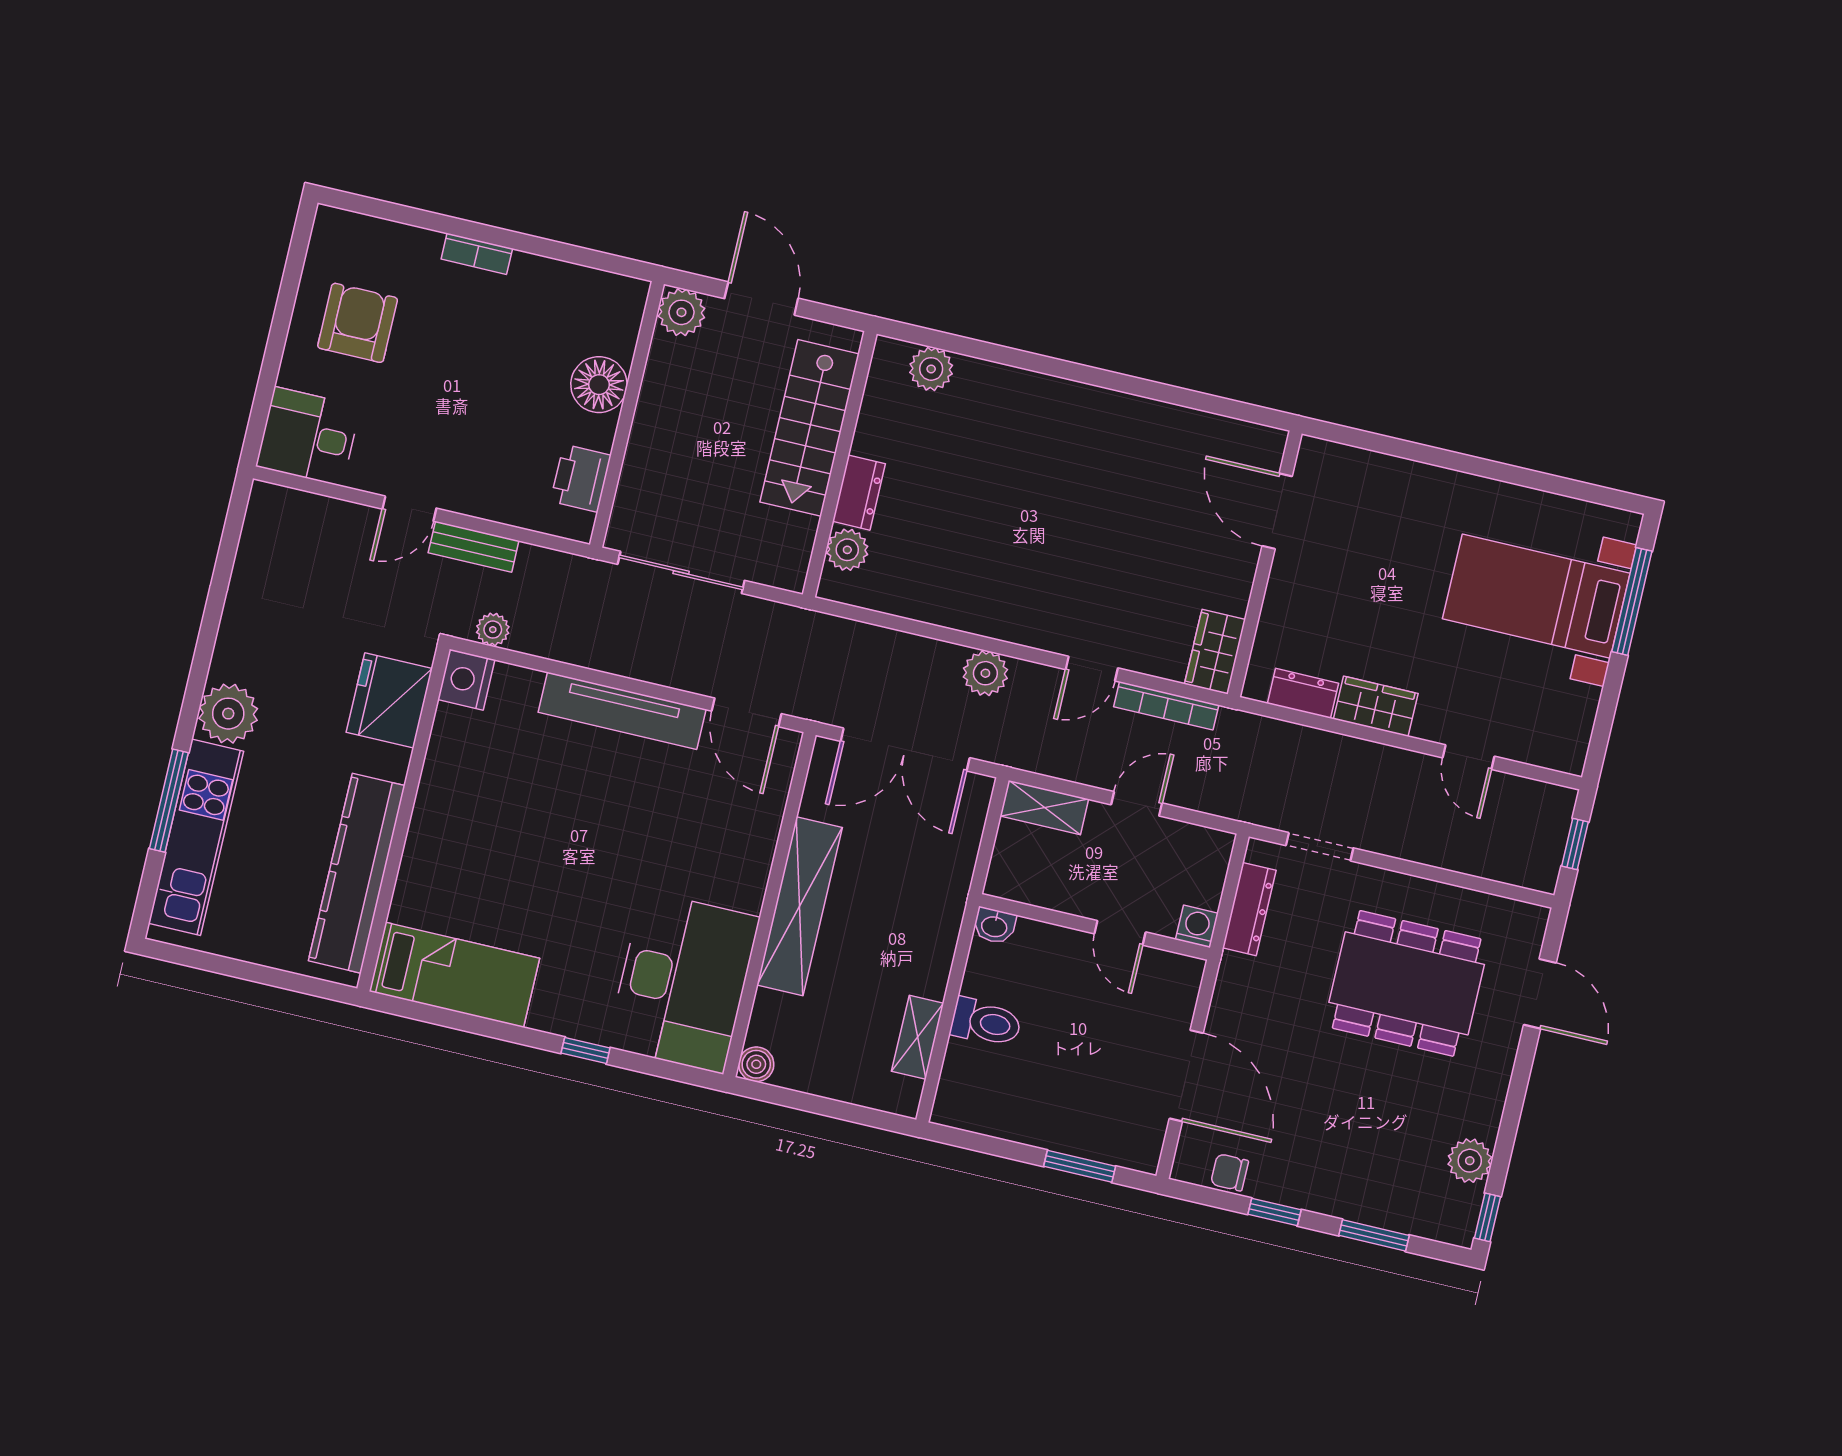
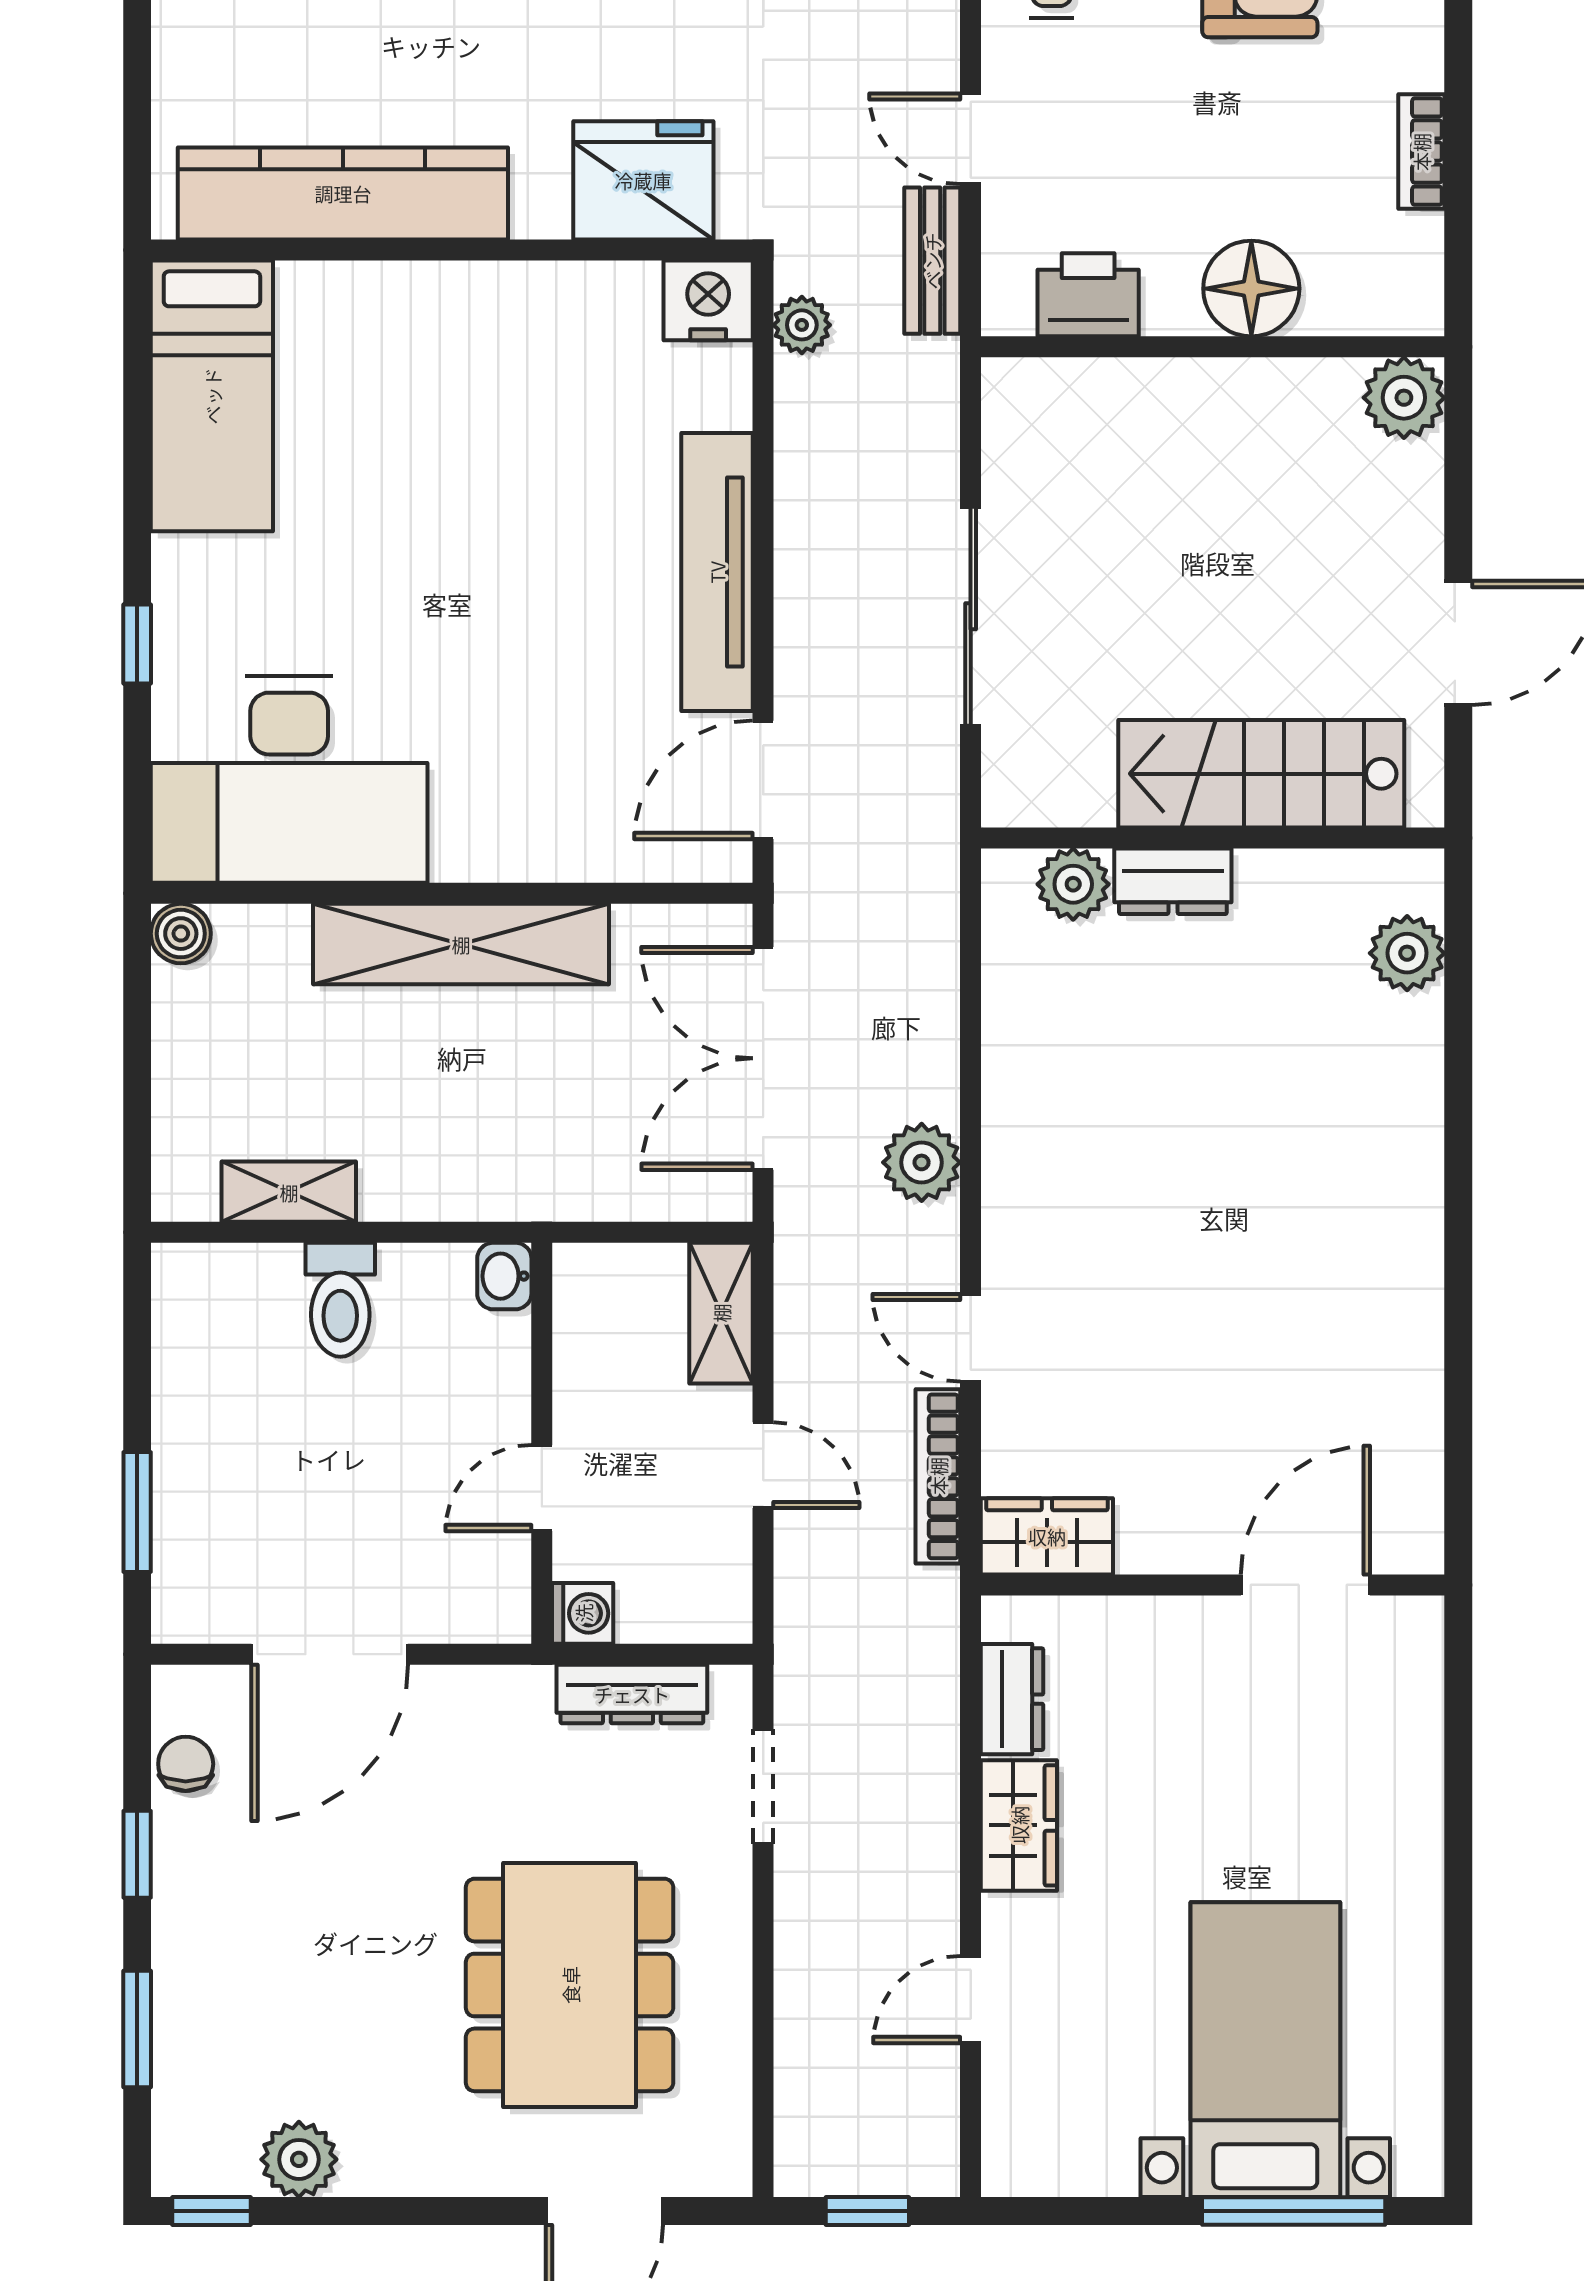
plant: (681, 312) -> (1404, 398), moved
floor lamp: (599, 385) -> (1251, 289), moved
wall: (627, 414) -> (1213, 347), moved
printer: (581, 478) -> (1088, 295), moved

